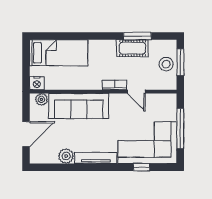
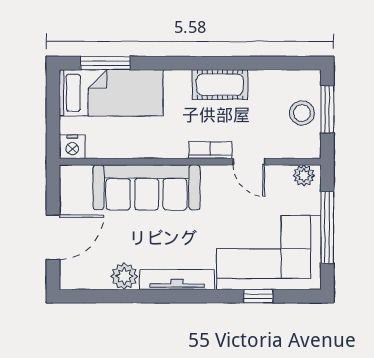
window: (137, 36) -> (105, 63), moved
cot: (132, 48) -> (220, 85), moved
plant: (41, 99) -> (304, 175), moved

